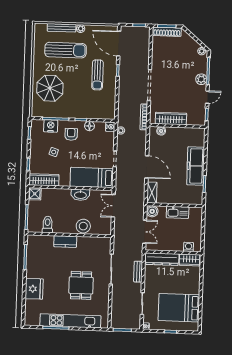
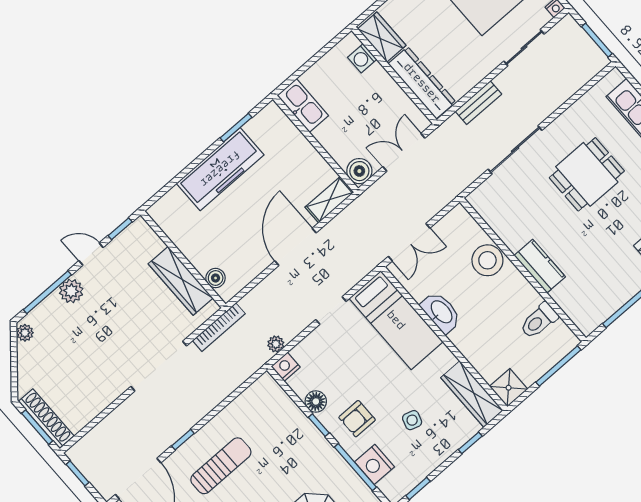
kitchen sink: (178, 212) -> (303, 106), moved

